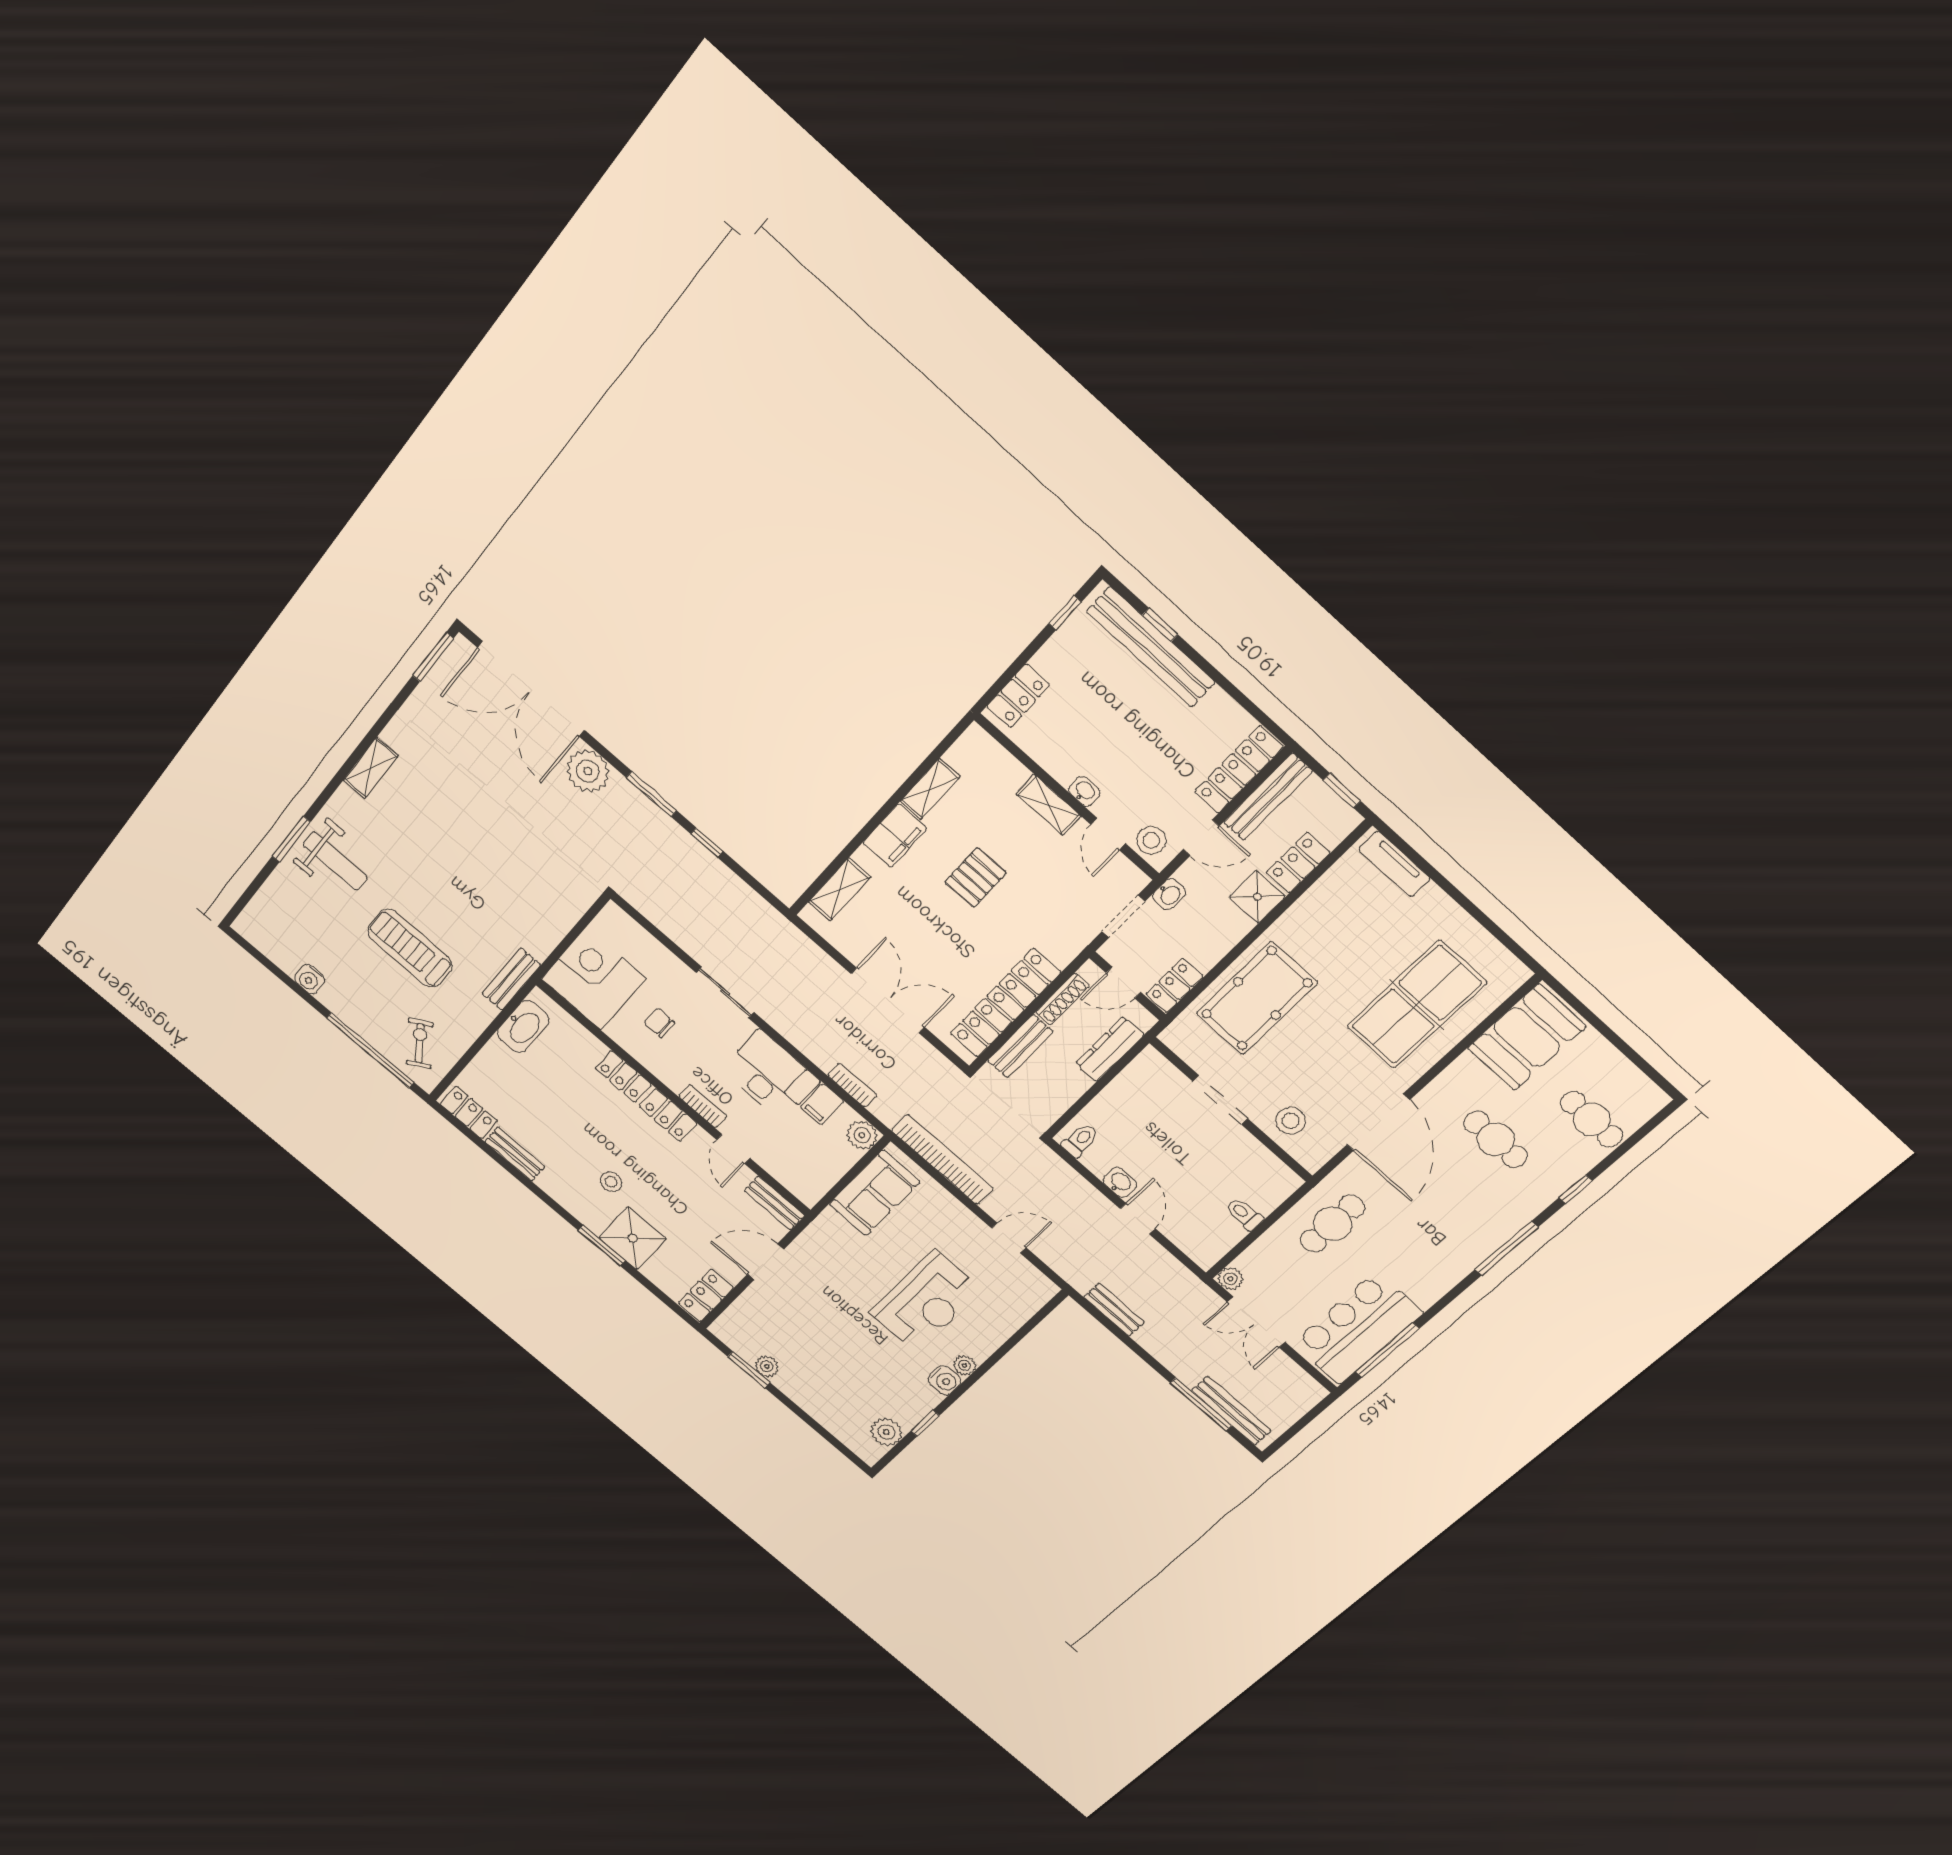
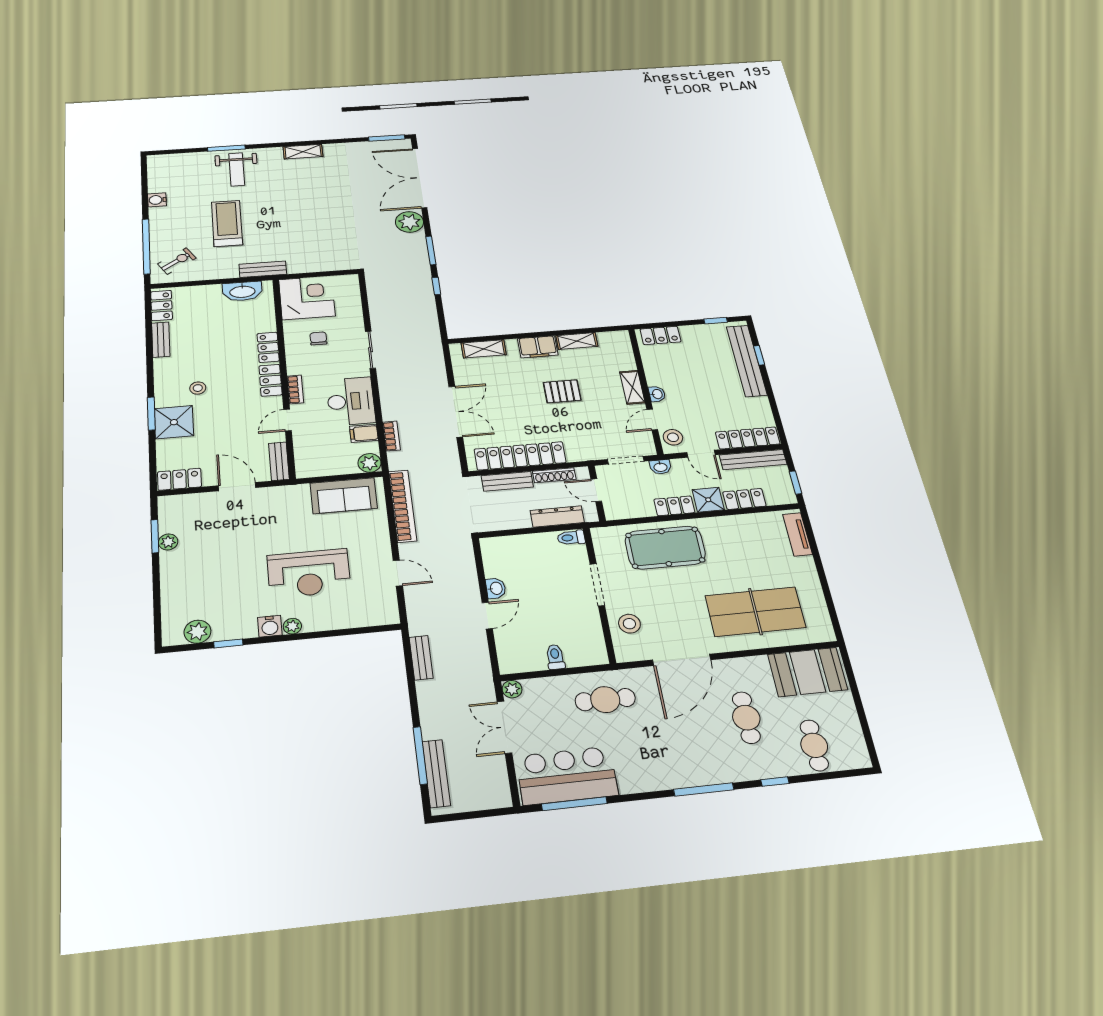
locker: (1174, 985) -> (674, 506), moved
toilet: (1080, 1140) -> (571, 538), moved, turned 180

